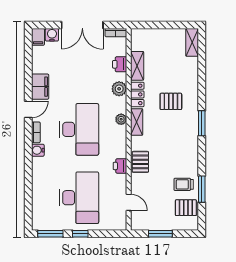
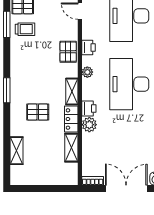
shelving: (192, 42) -> (16, 151), moved
printer: (120, 64) -> (89, 108), moved
plant: (121, 119) -> (87, 72), moved

